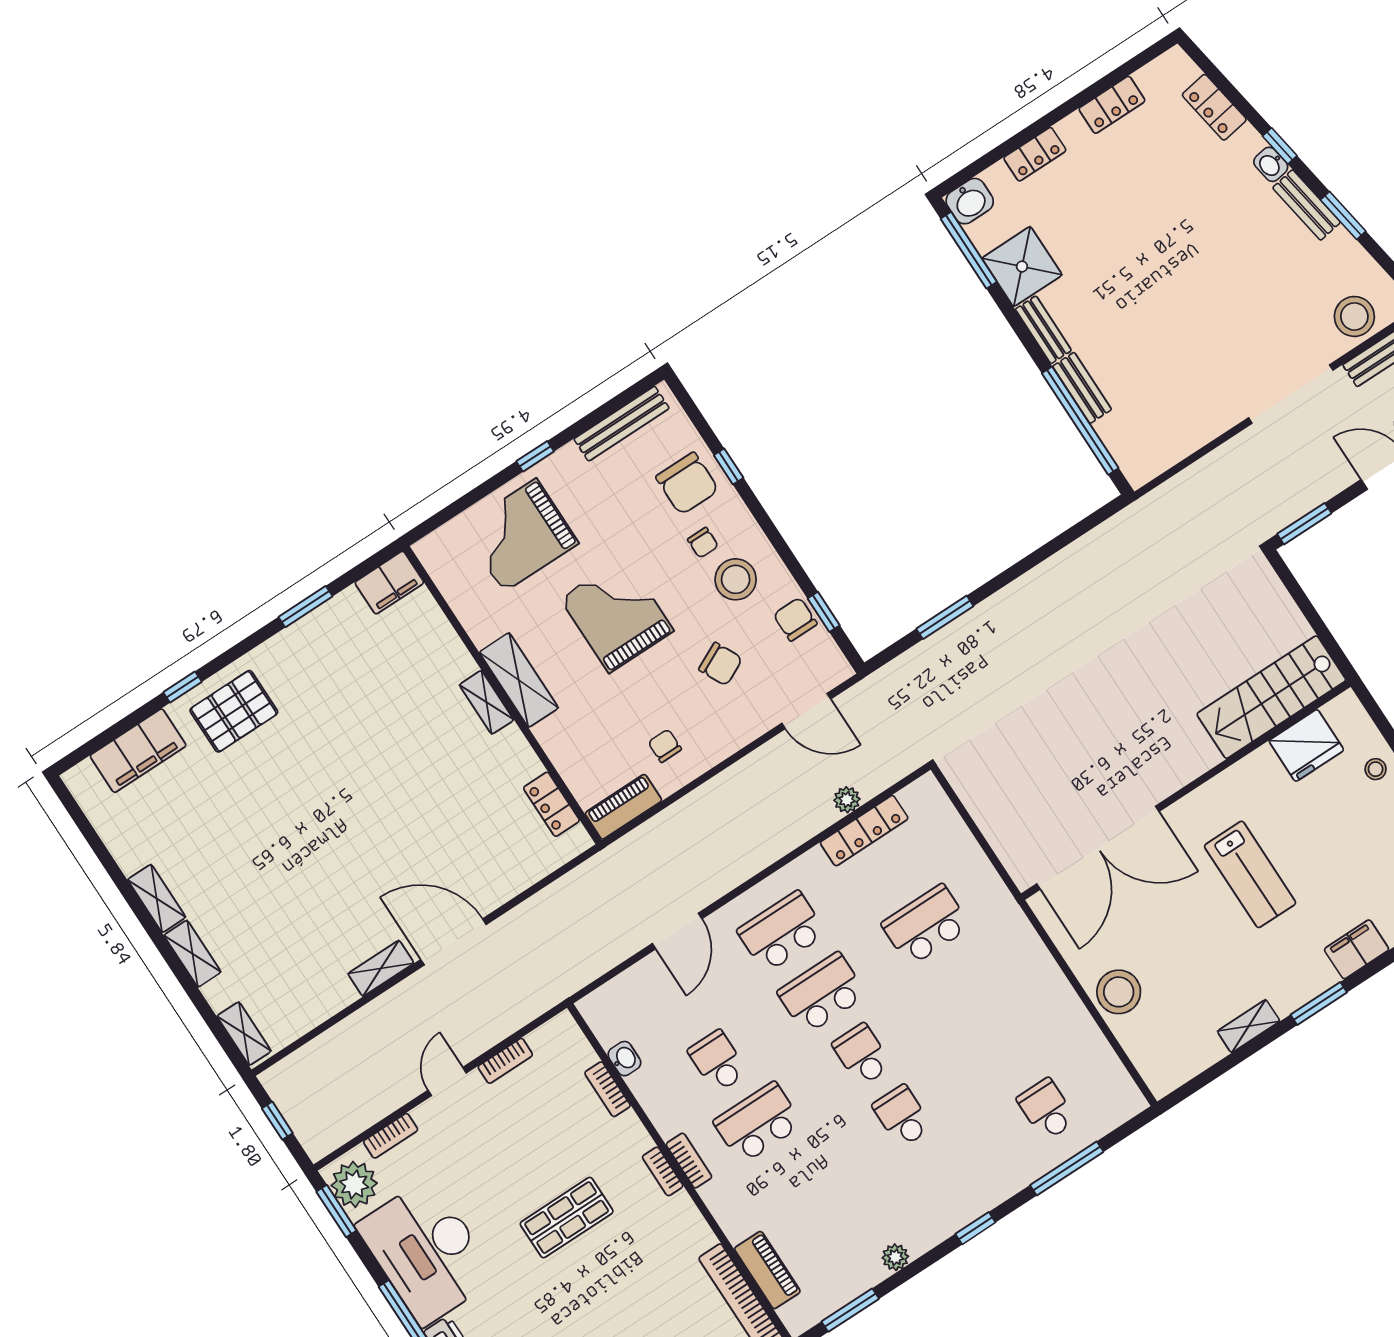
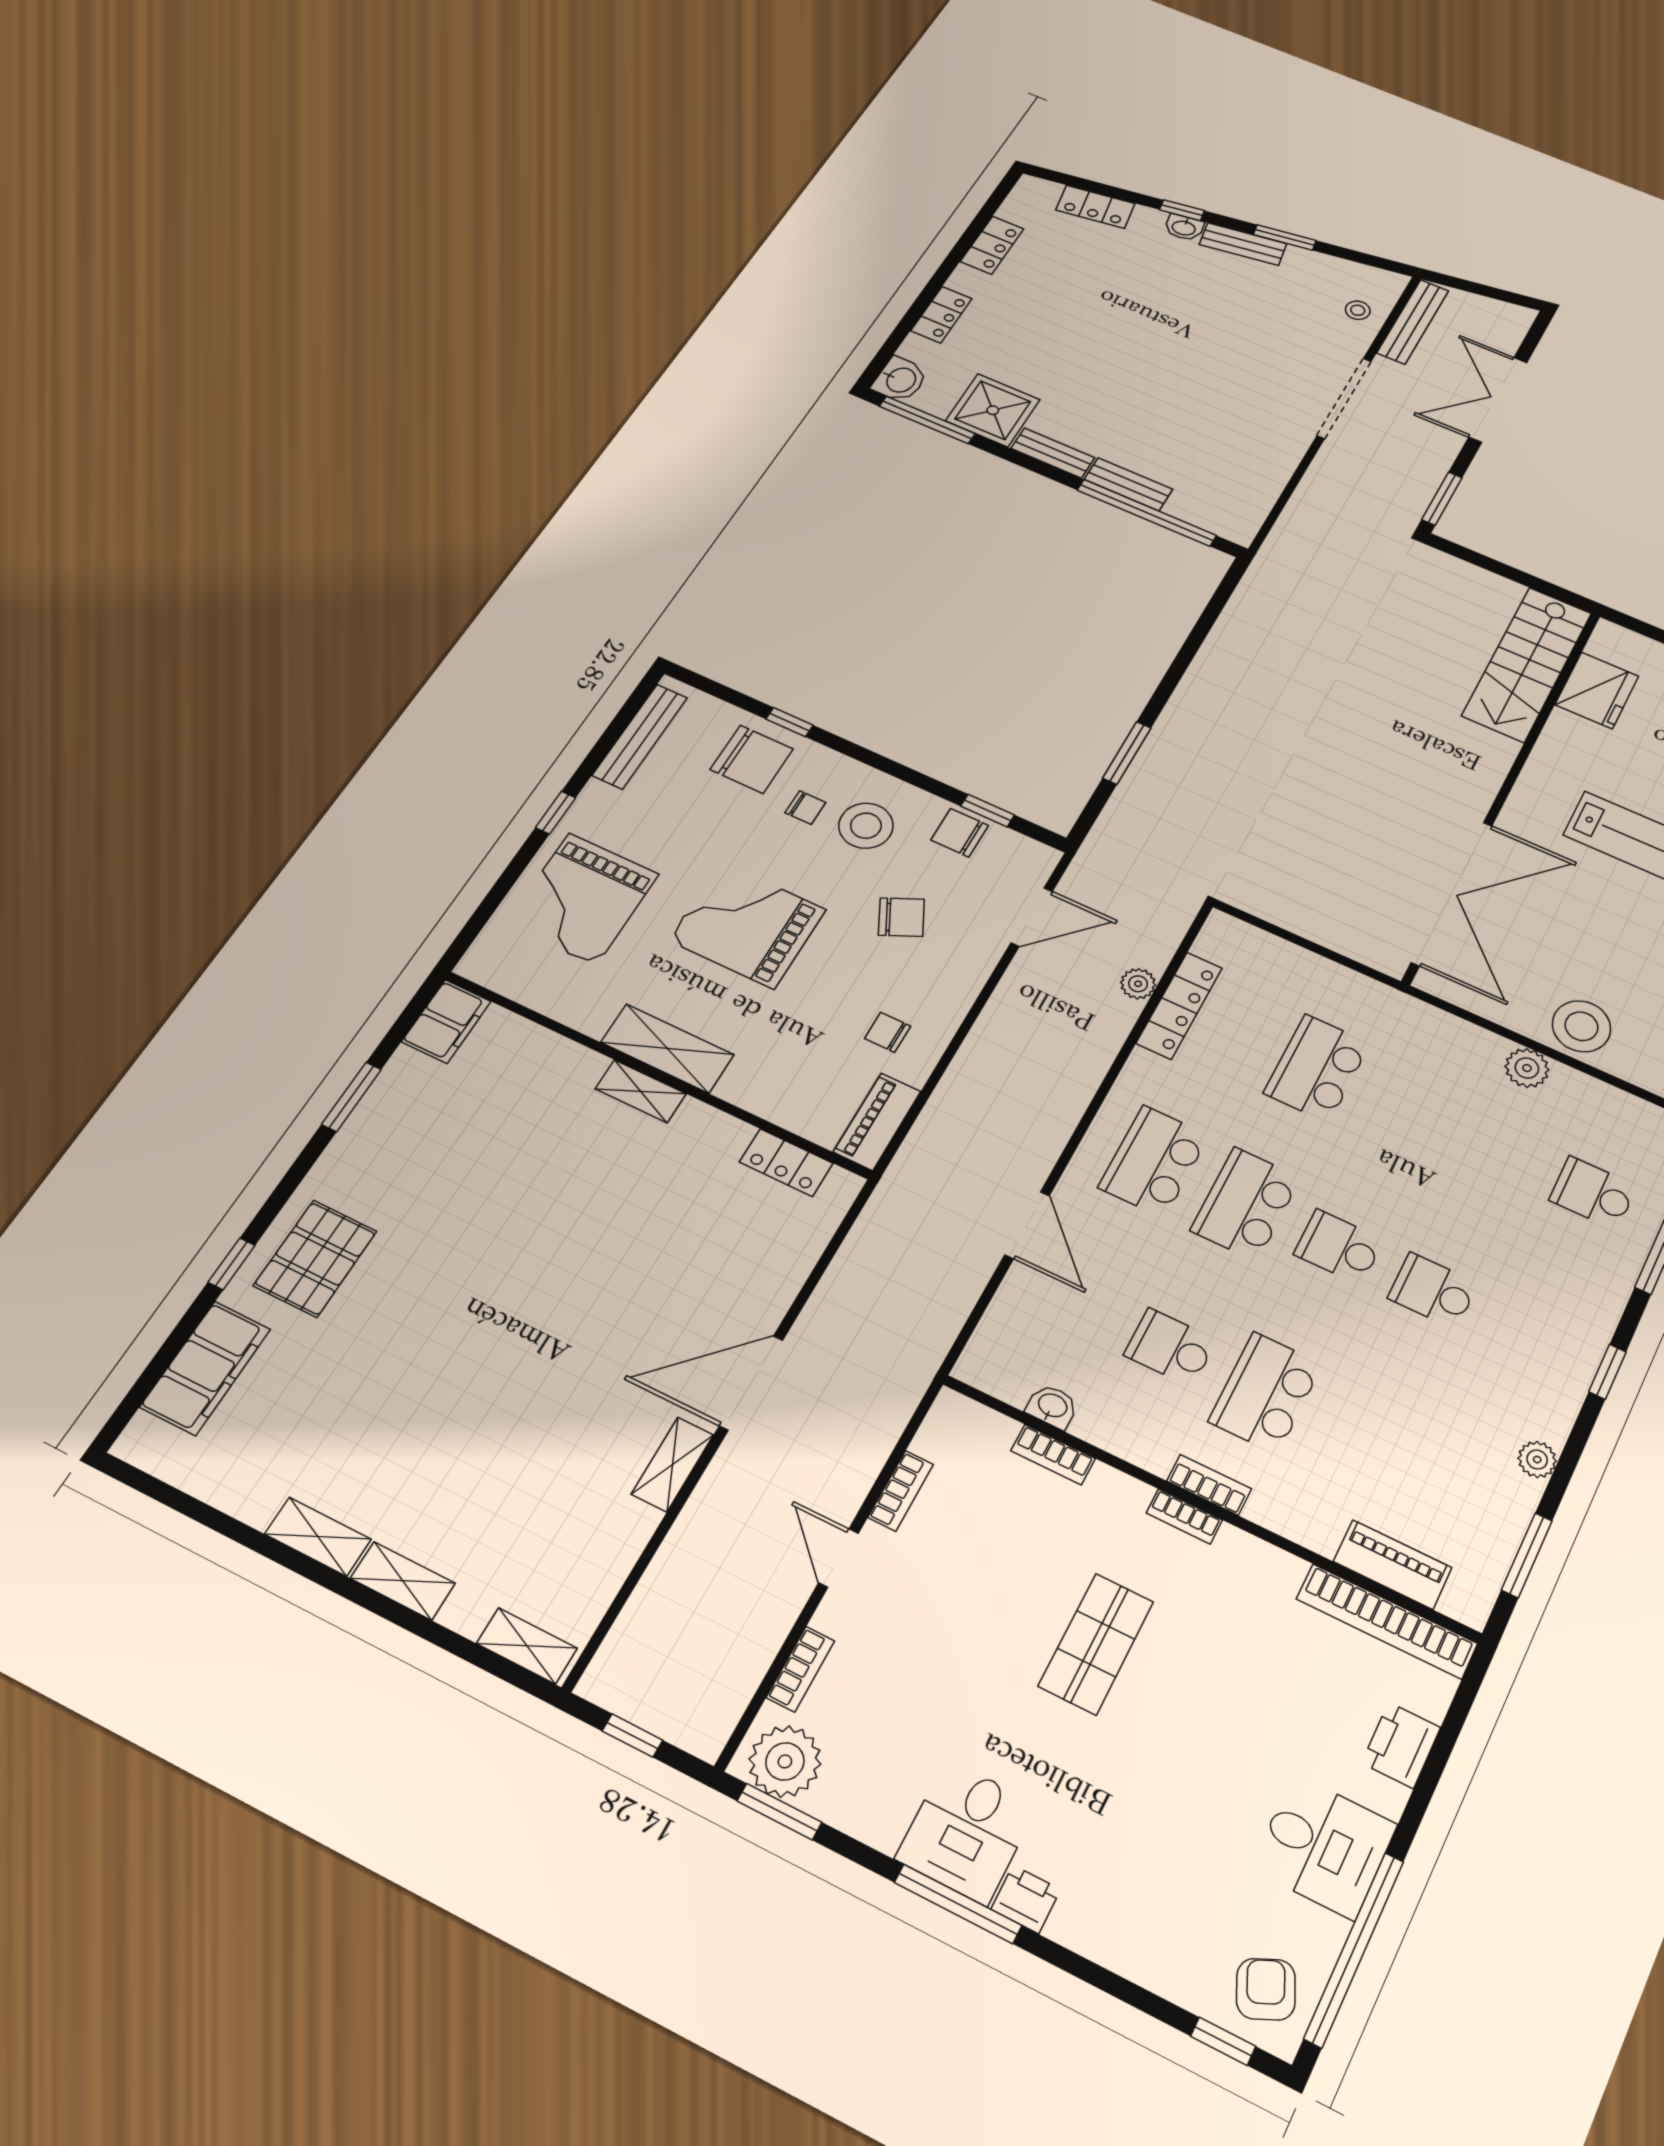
stool: (1354, 316) -> (1358, 310), width x0.53, depth x0.53
plant: (1063, 1001) -> (1527, 1068), added
desk: (427, 1252) -> (967, 1832), width x0.53, depth x0.77

